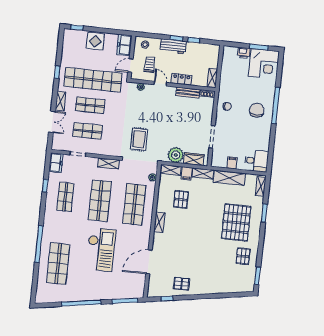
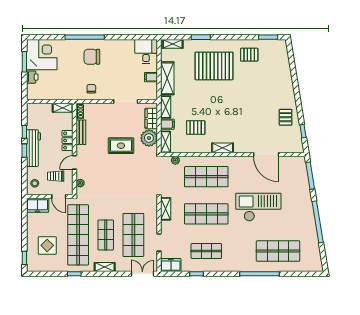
display table: (95, 41) -> (47, 245), moved
workbench: (173, 46) -> (33, 148), width x1.38
double door: (52, 122) -> (142, 274), moved
shop shelf: (87, 131) -> (133, 235), width x1.43, depth x1.36
rug: (139, 139) -> (121, 146), moved

